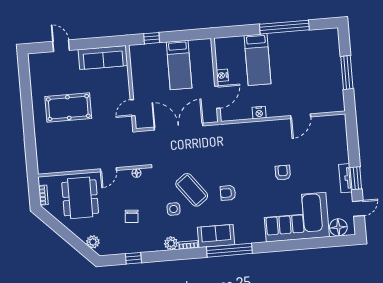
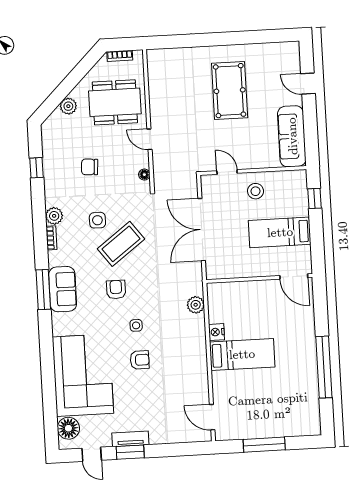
door: (61, 46) -> (308, 84), swing flipped
bed: (258, 60) -> (242, 354), moved, turned 180
nightstand: (222, 75) -> (265, 287), removed
stool: (147, 85) -> (256, 191), added
door: (217, 97) -> (294, 277), moved
door: (301, 116) -> (212, 417), moved
double door: (179, 127) -> (202, 230), swing flipped
plant: (238, 130) -> (196, 305), added
side table: (256, 176) -> (136, 325), added
sofa: (216, 236) -> (63, 289), moved
plant: (93, 242) -> (68, 106), moved
window: (229, 250) -> (43, 290), width x0.68

